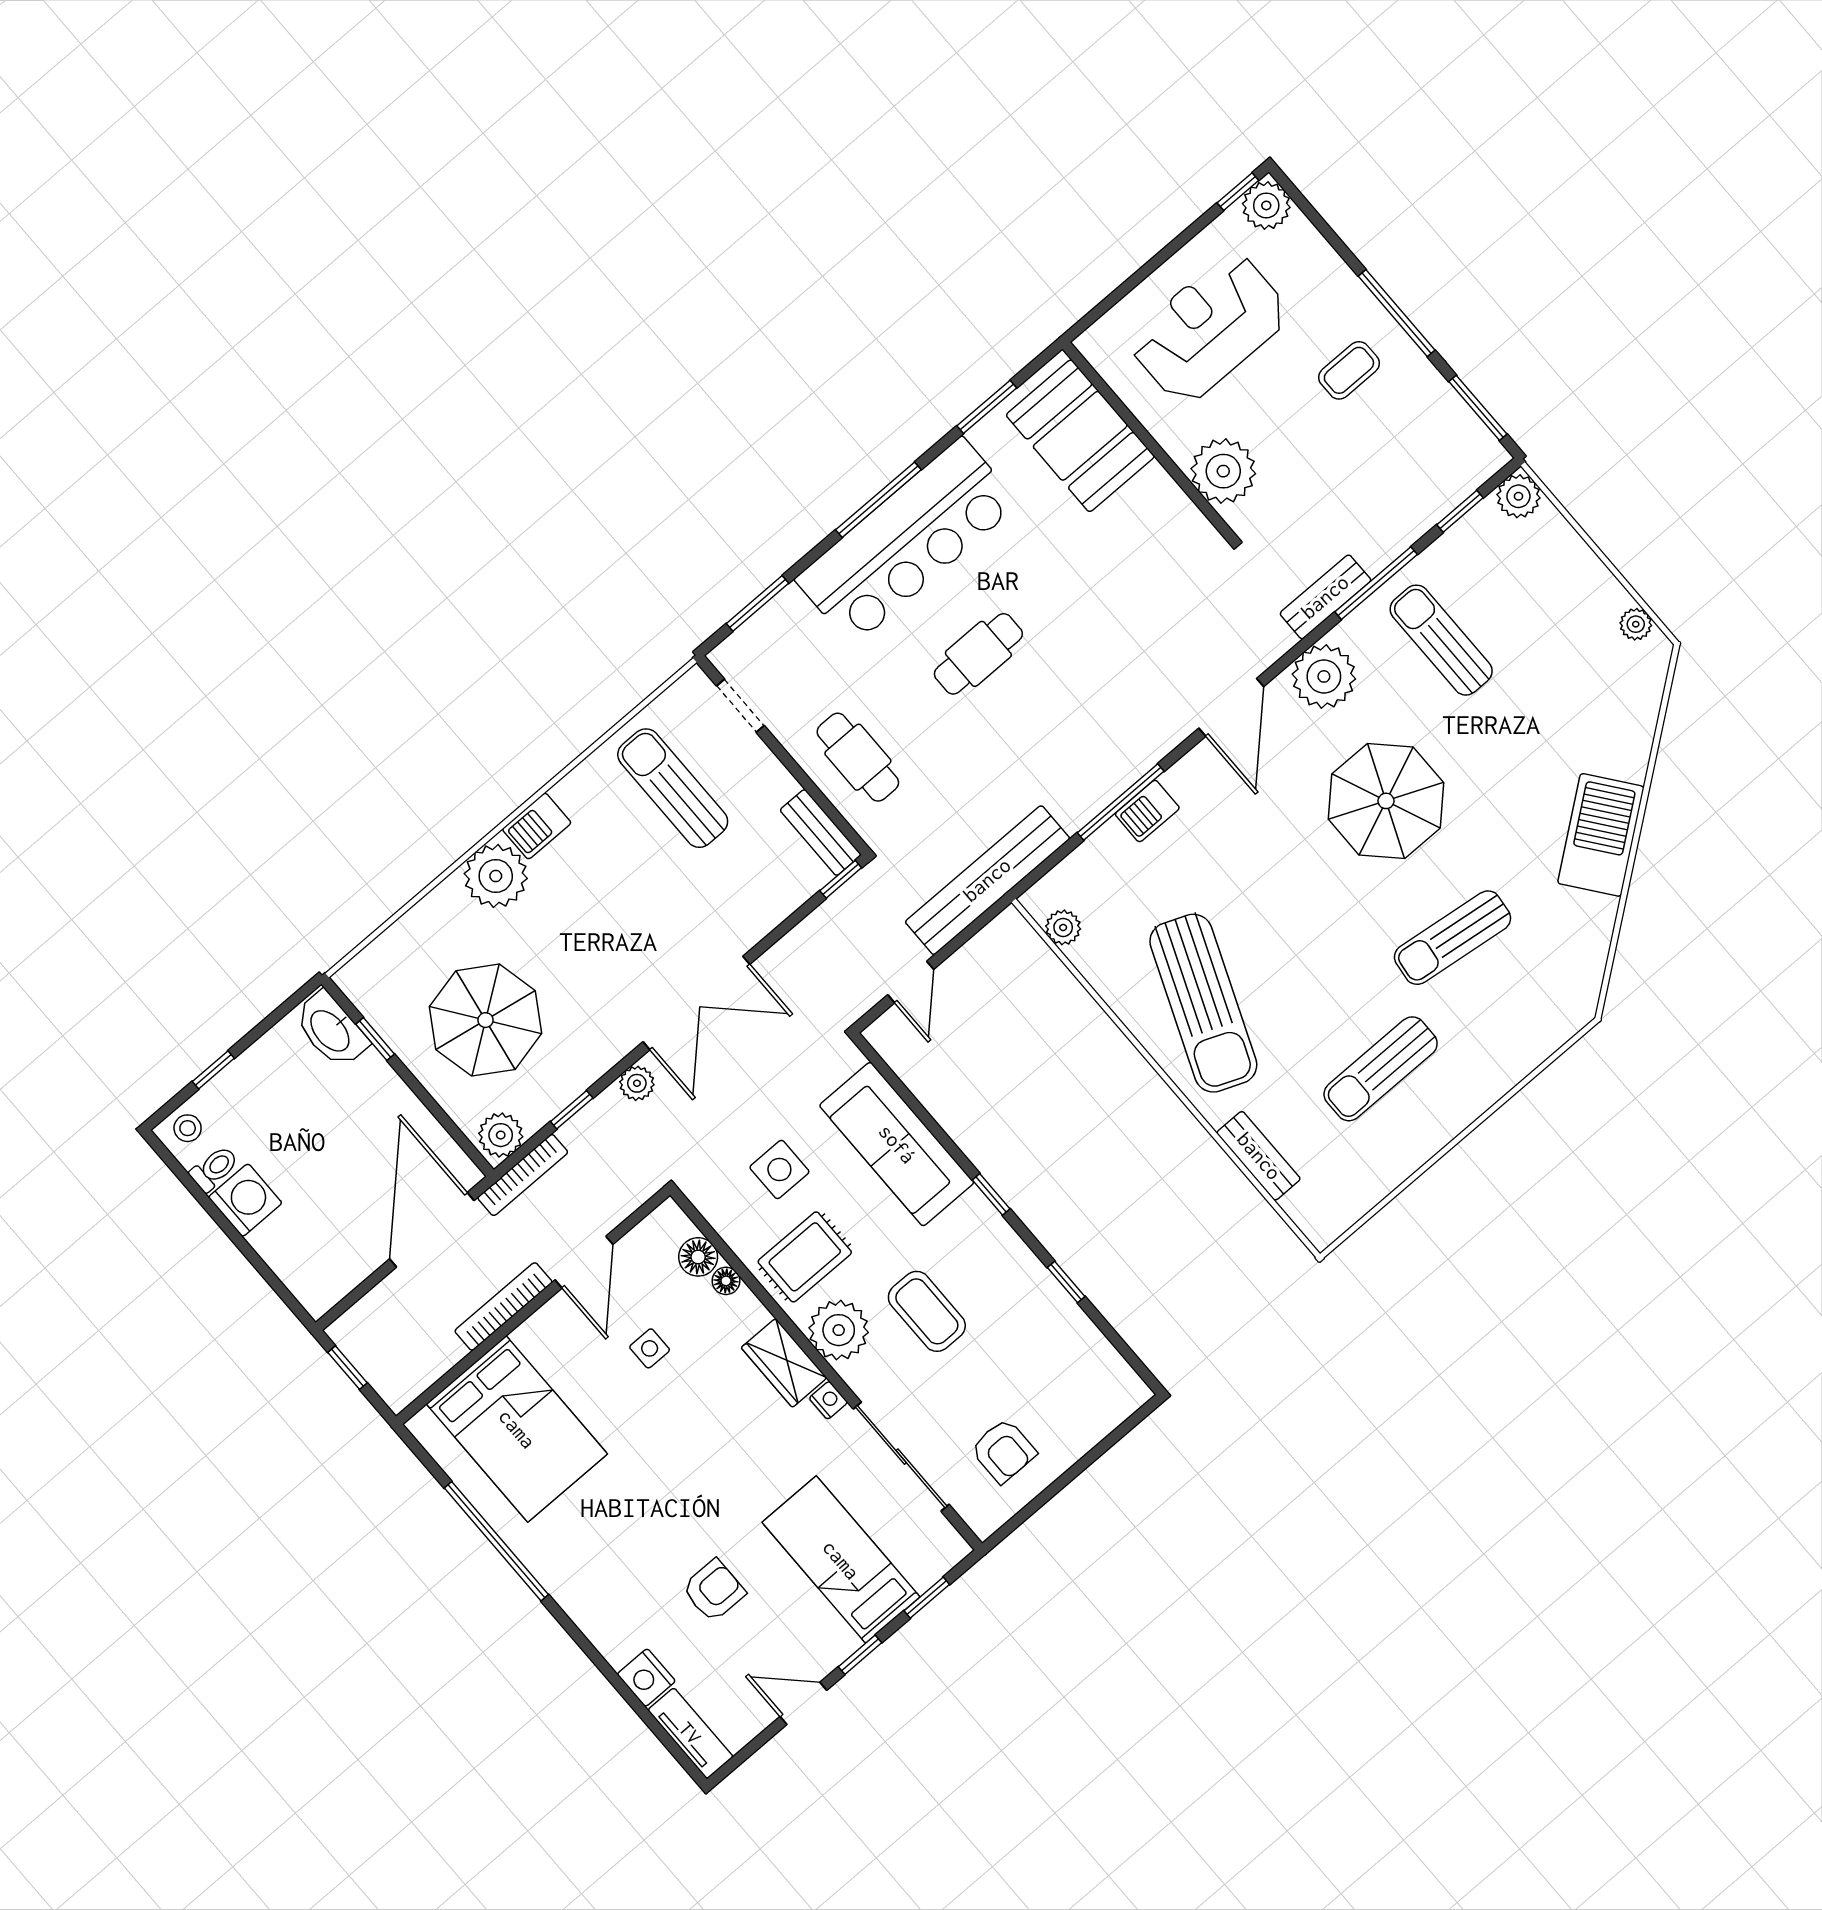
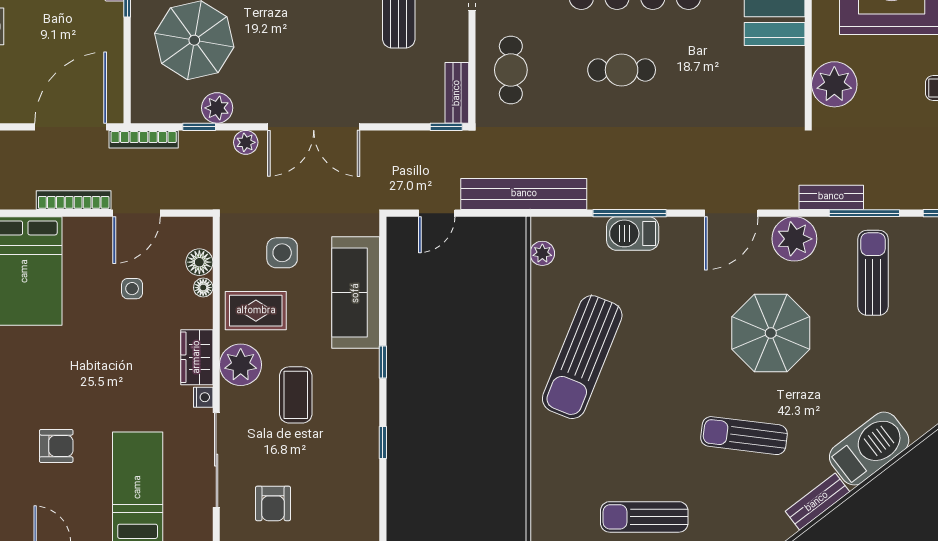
barbecue: (1147, 811) -> (633, 233), width x1.38, depth x1.27
sun lounger: (1381, 1069) -> (644, 517), moved
plant: (501, 1135) -> (217, 108), moved
bench: (1259, 1156) -> (817, 502), moved, turned 52

